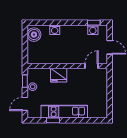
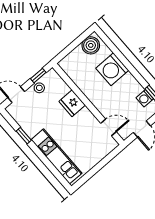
washing machine: (55, 30) -> (112, 69), width x1.89, depth x1.89
kitchen unit: (64, 112) -> (56, 156), moved

